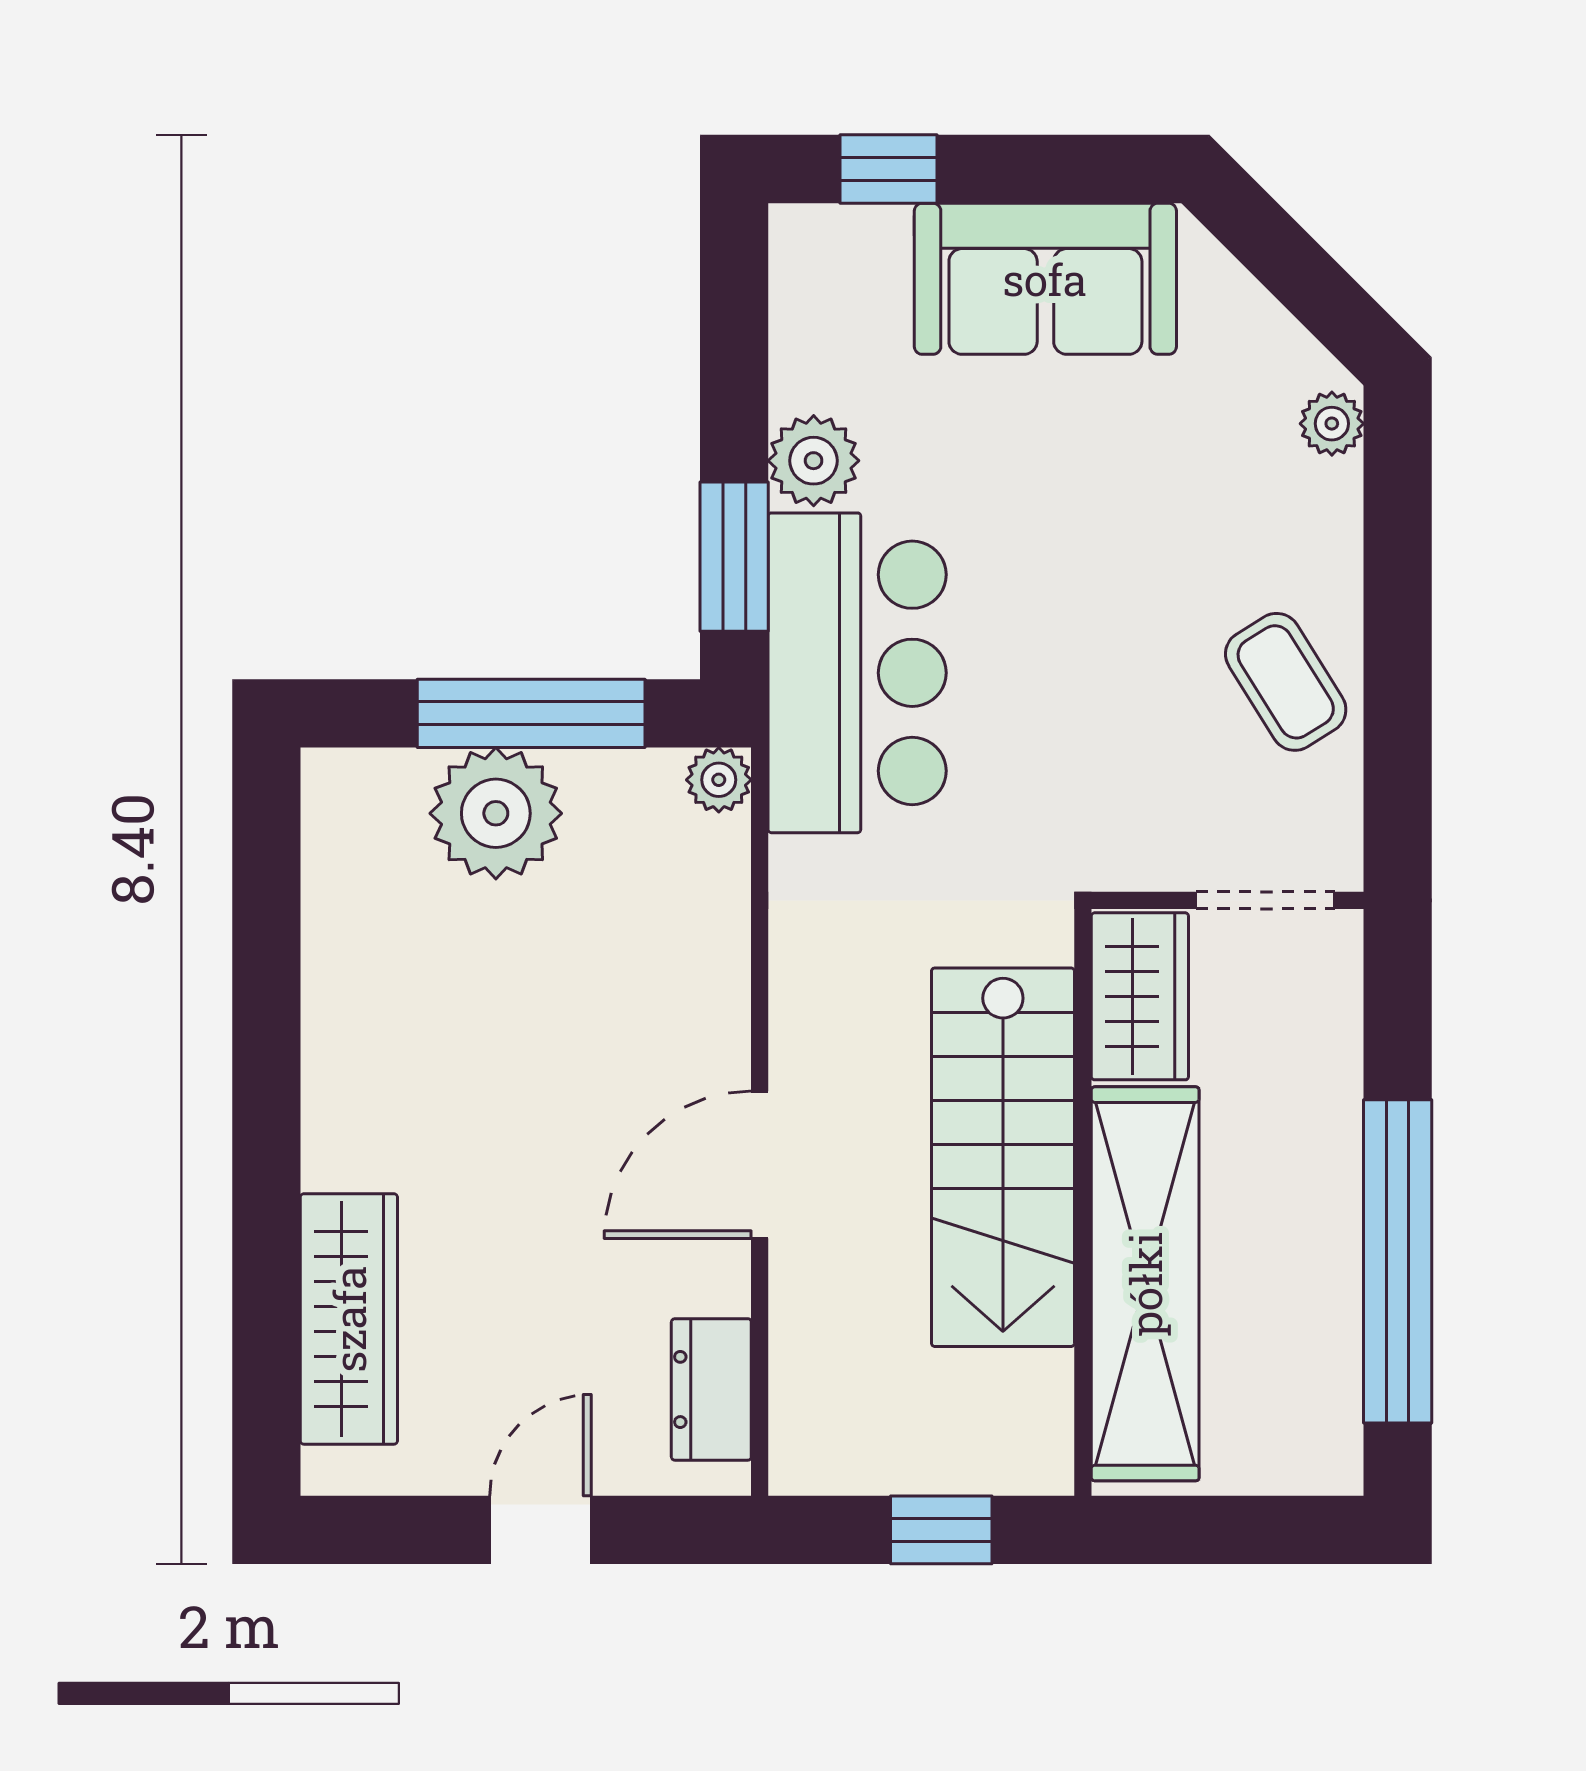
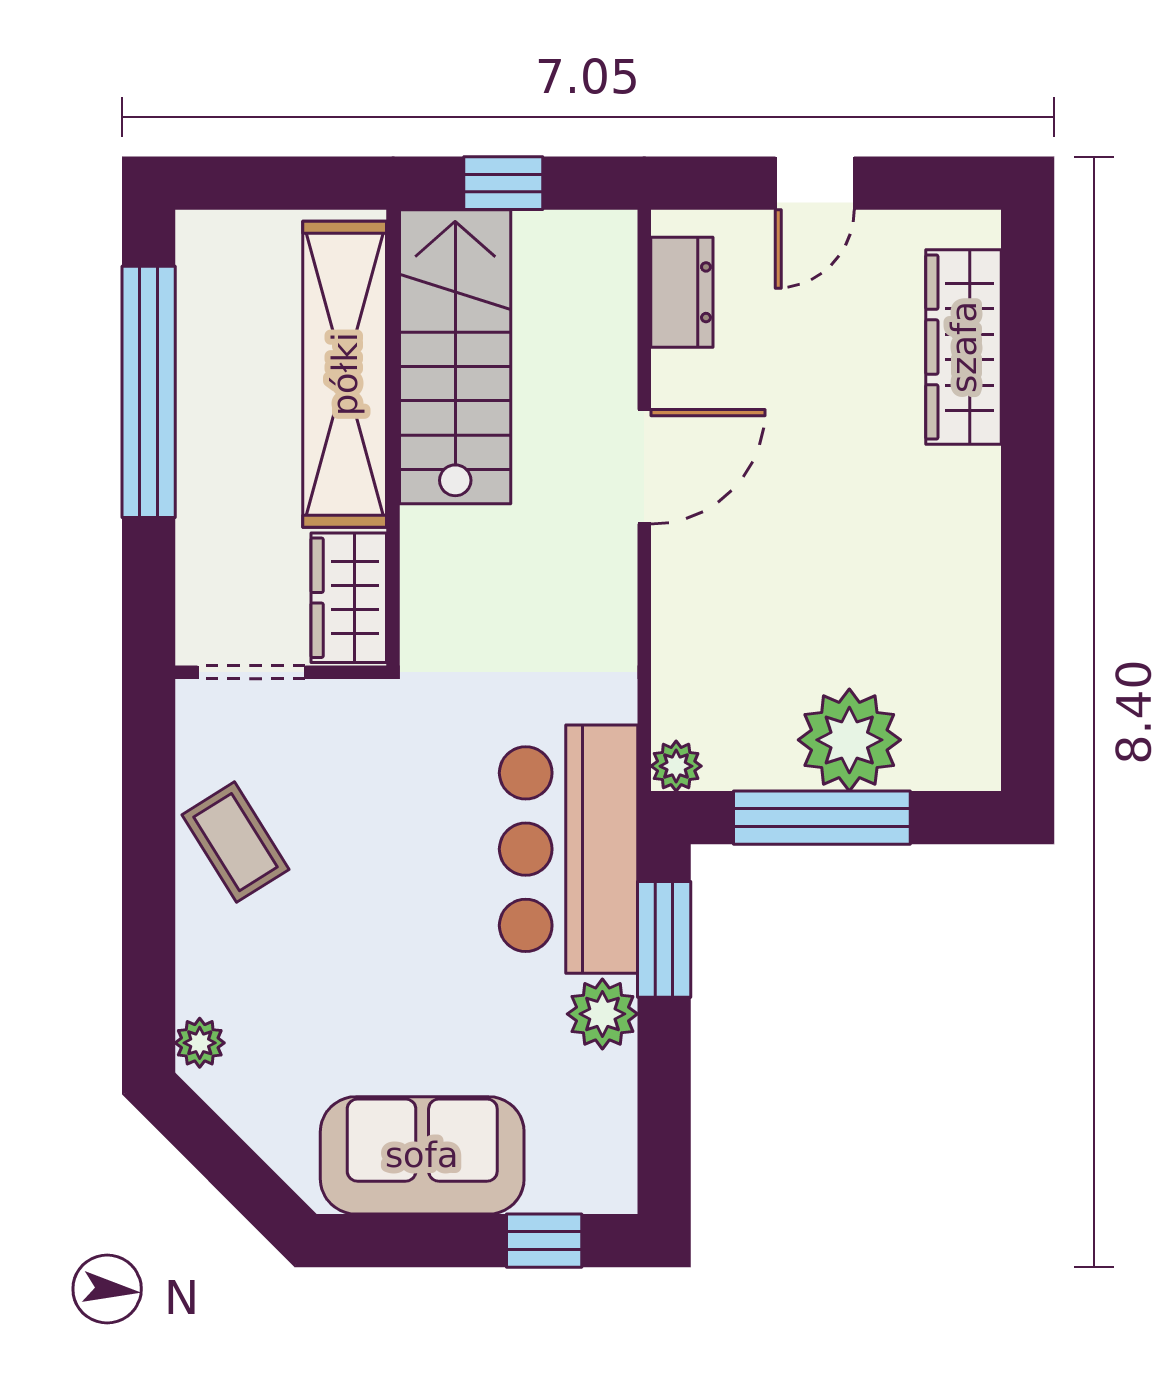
stairs: (1003, 1157) -> (455, 357), moved

